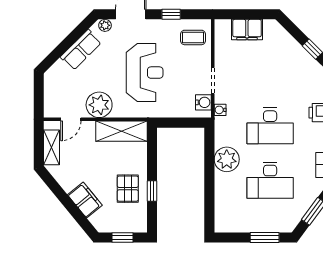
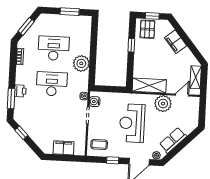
pallet: (128, 189) -> (147, 29), moved
window: (265, 237) -> (70, 12), moved

